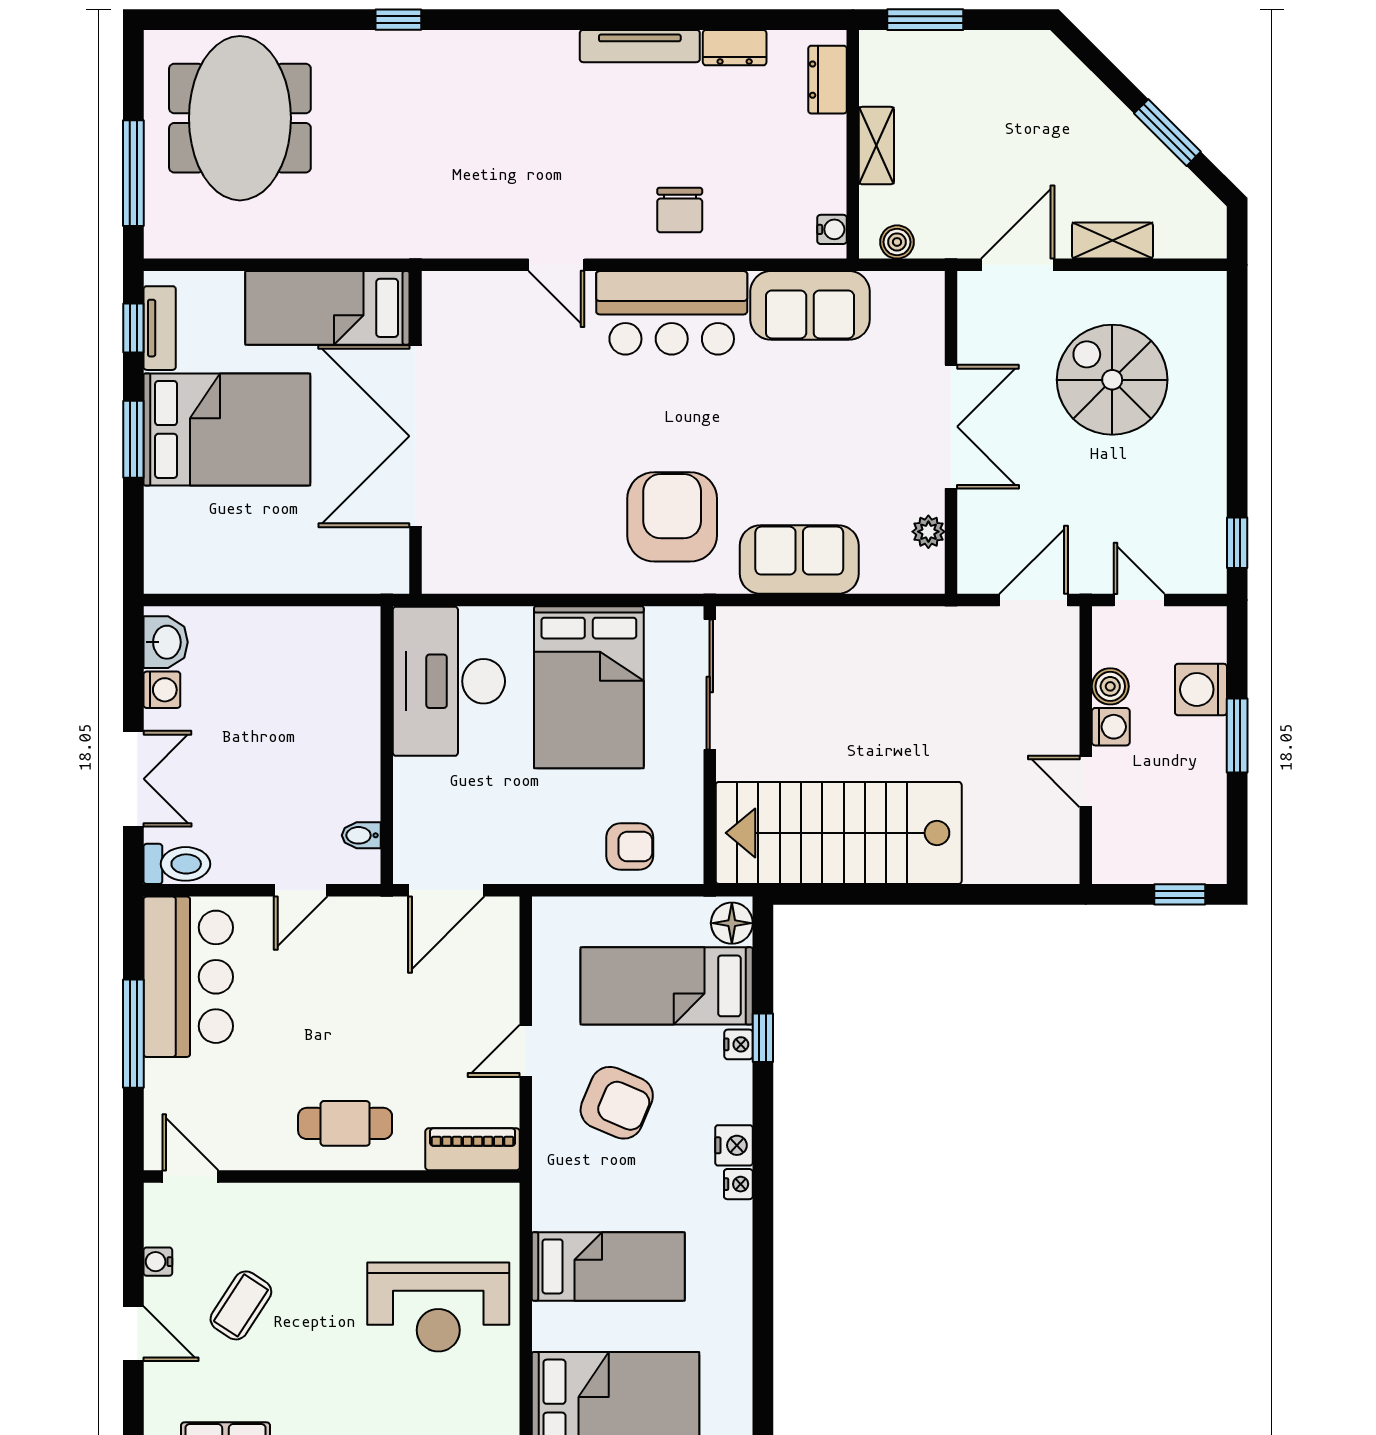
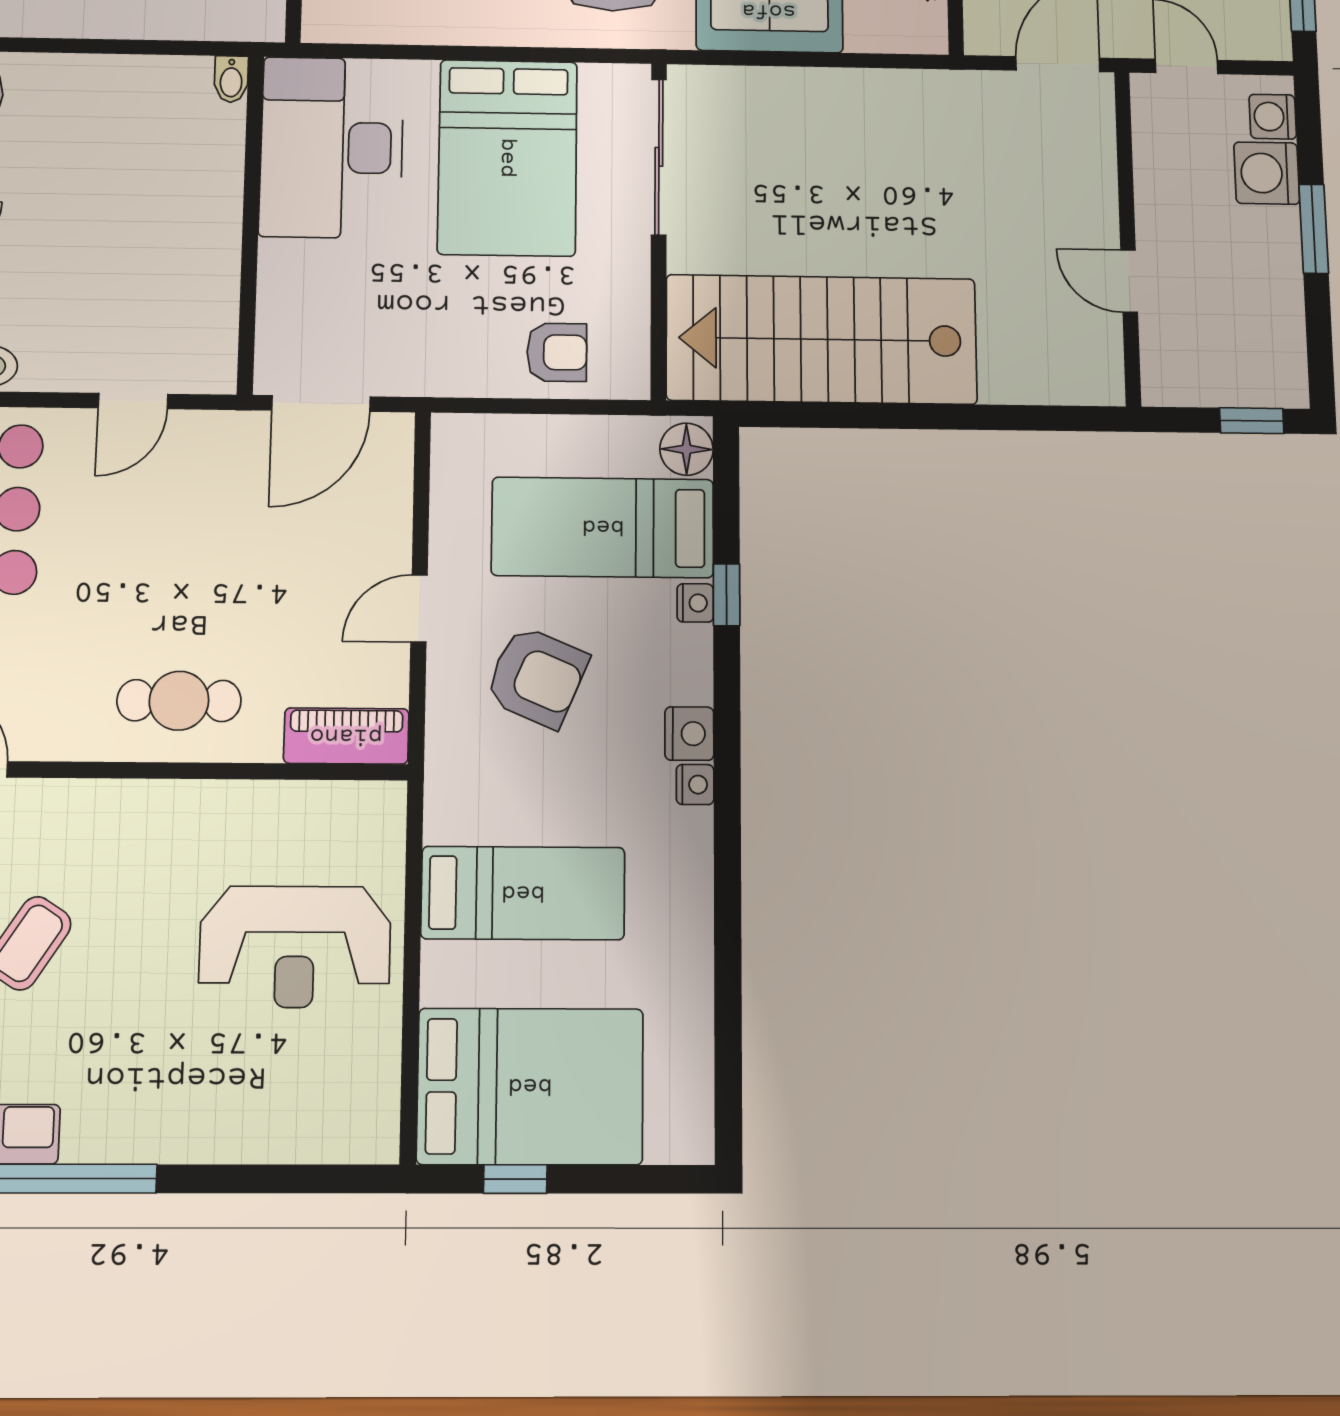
boiler: (1110, 686) -> (1155, 168), removed
washing machine: (1111, 727) -> (1273, 117), moved, turned 180
bidet: (361, 835) -> (231, 79), moved, turned -90

